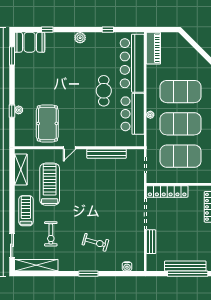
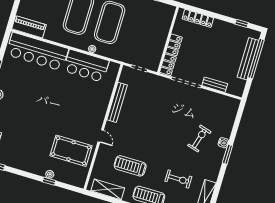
cafe table: (104, 91) -> (56, 87), removed
exercise mat: (181, 156) -> (141, 32), removed
treadmill: (50, 184) -> (130, 166), width x0.73, depth x0.73
water cooler: (127, 266) -> (223, 143), moved

